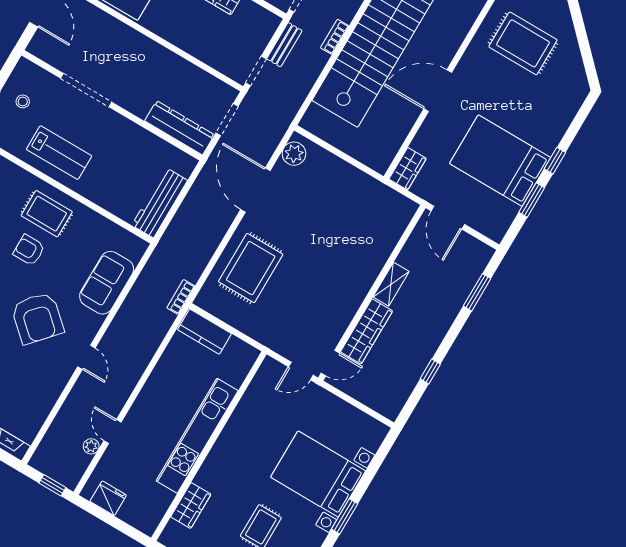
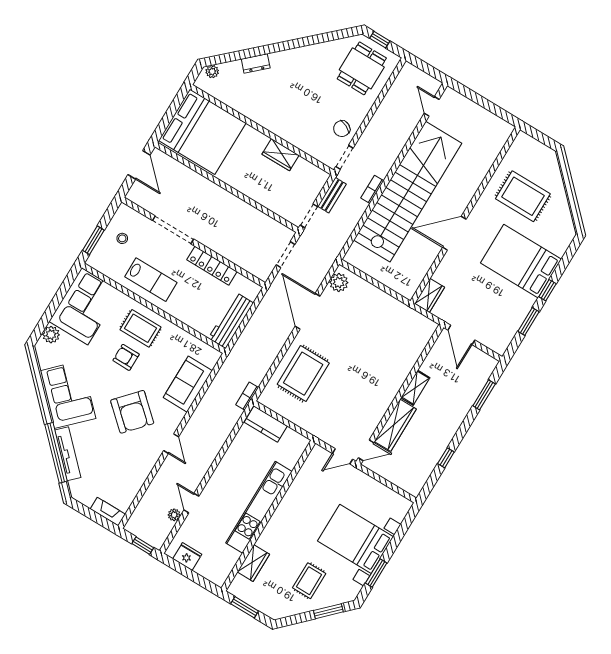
dresser: (180, 128) -> (247, 261), removed
locker: (135, 134) -> (212, 266), added
bed: (500, 161) -> (521, 261), moved

